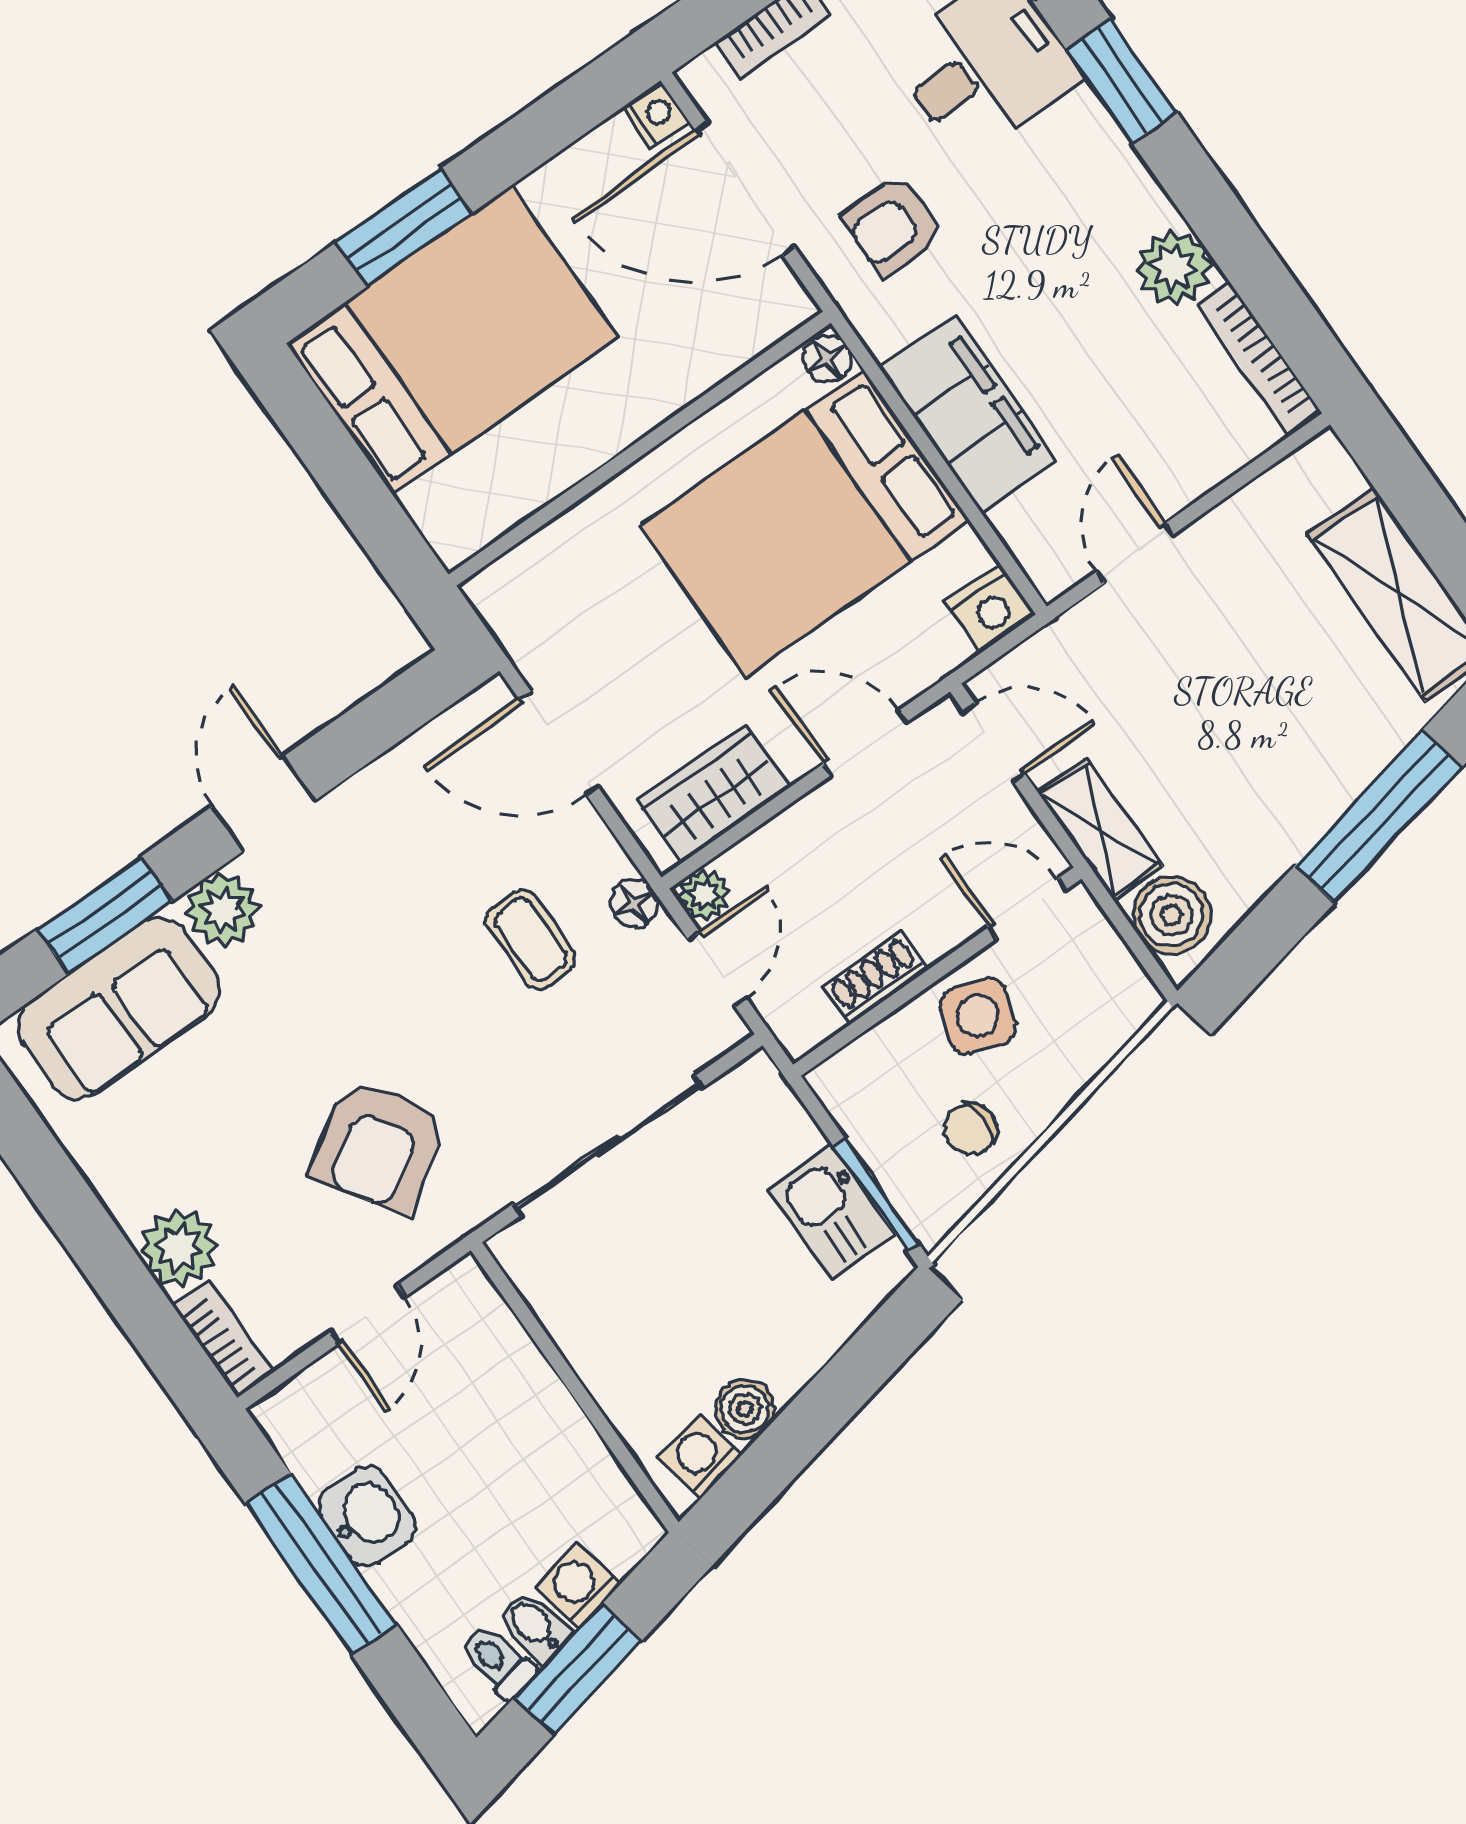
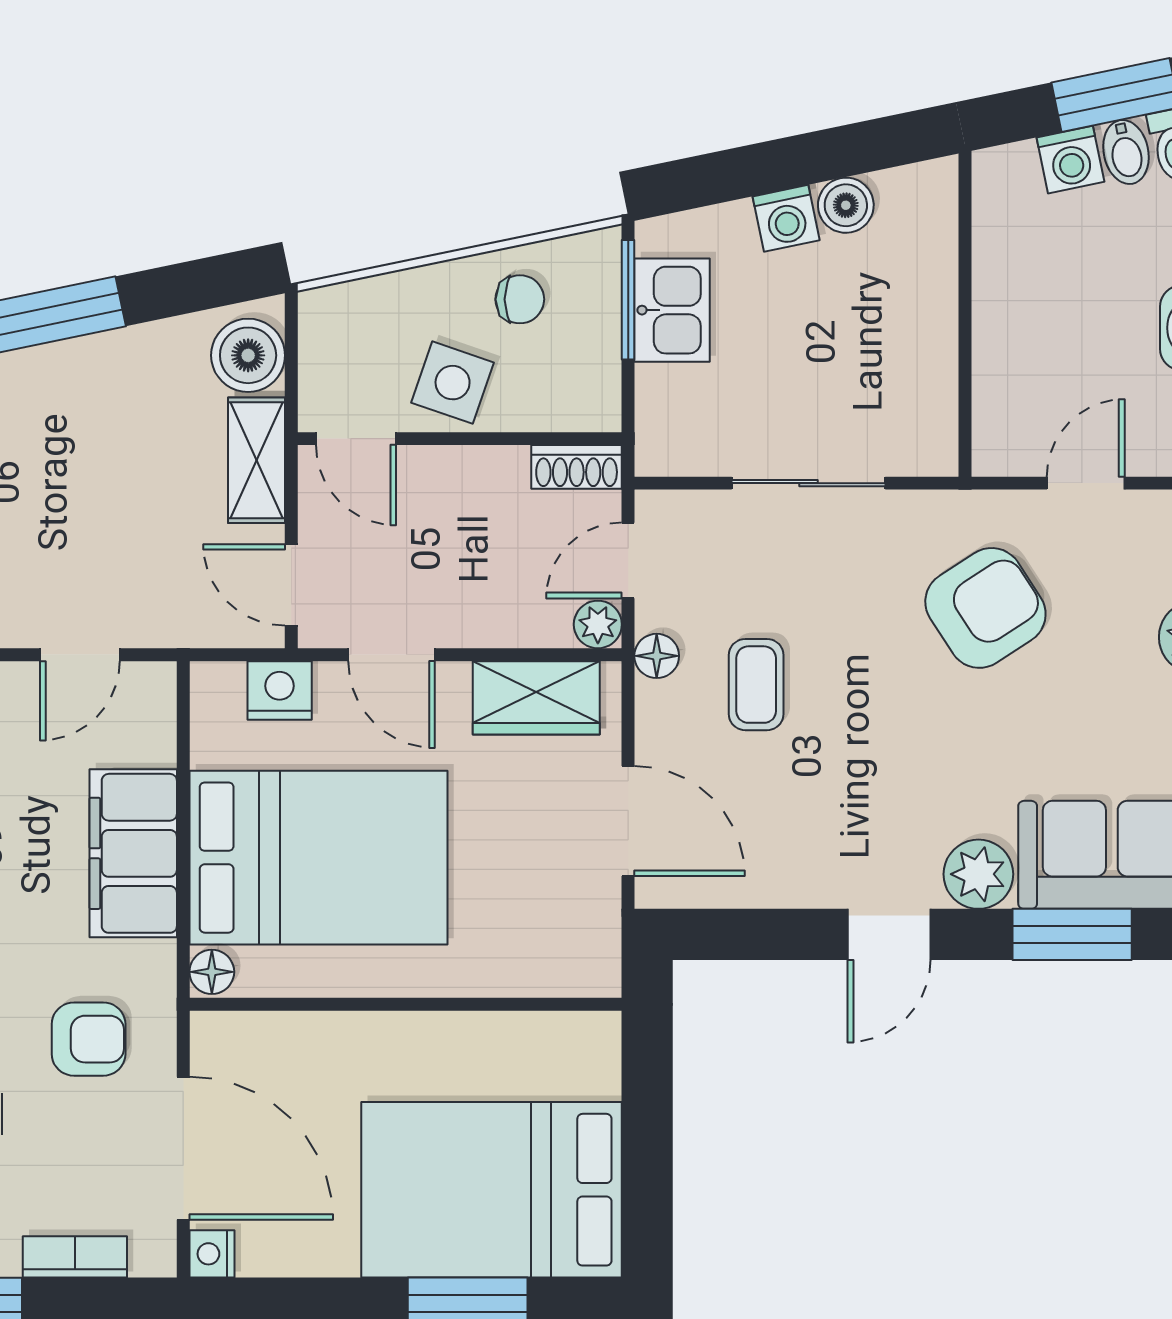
nightstand: (990, 608) -> (280, 691), moved
shoe rack: (875, 979) -> (577, 467), moved
sliding door: (608, 1146) -> (809, 483), width x0.73
washing machine: (700, 1456) -> (786, 218), moved

